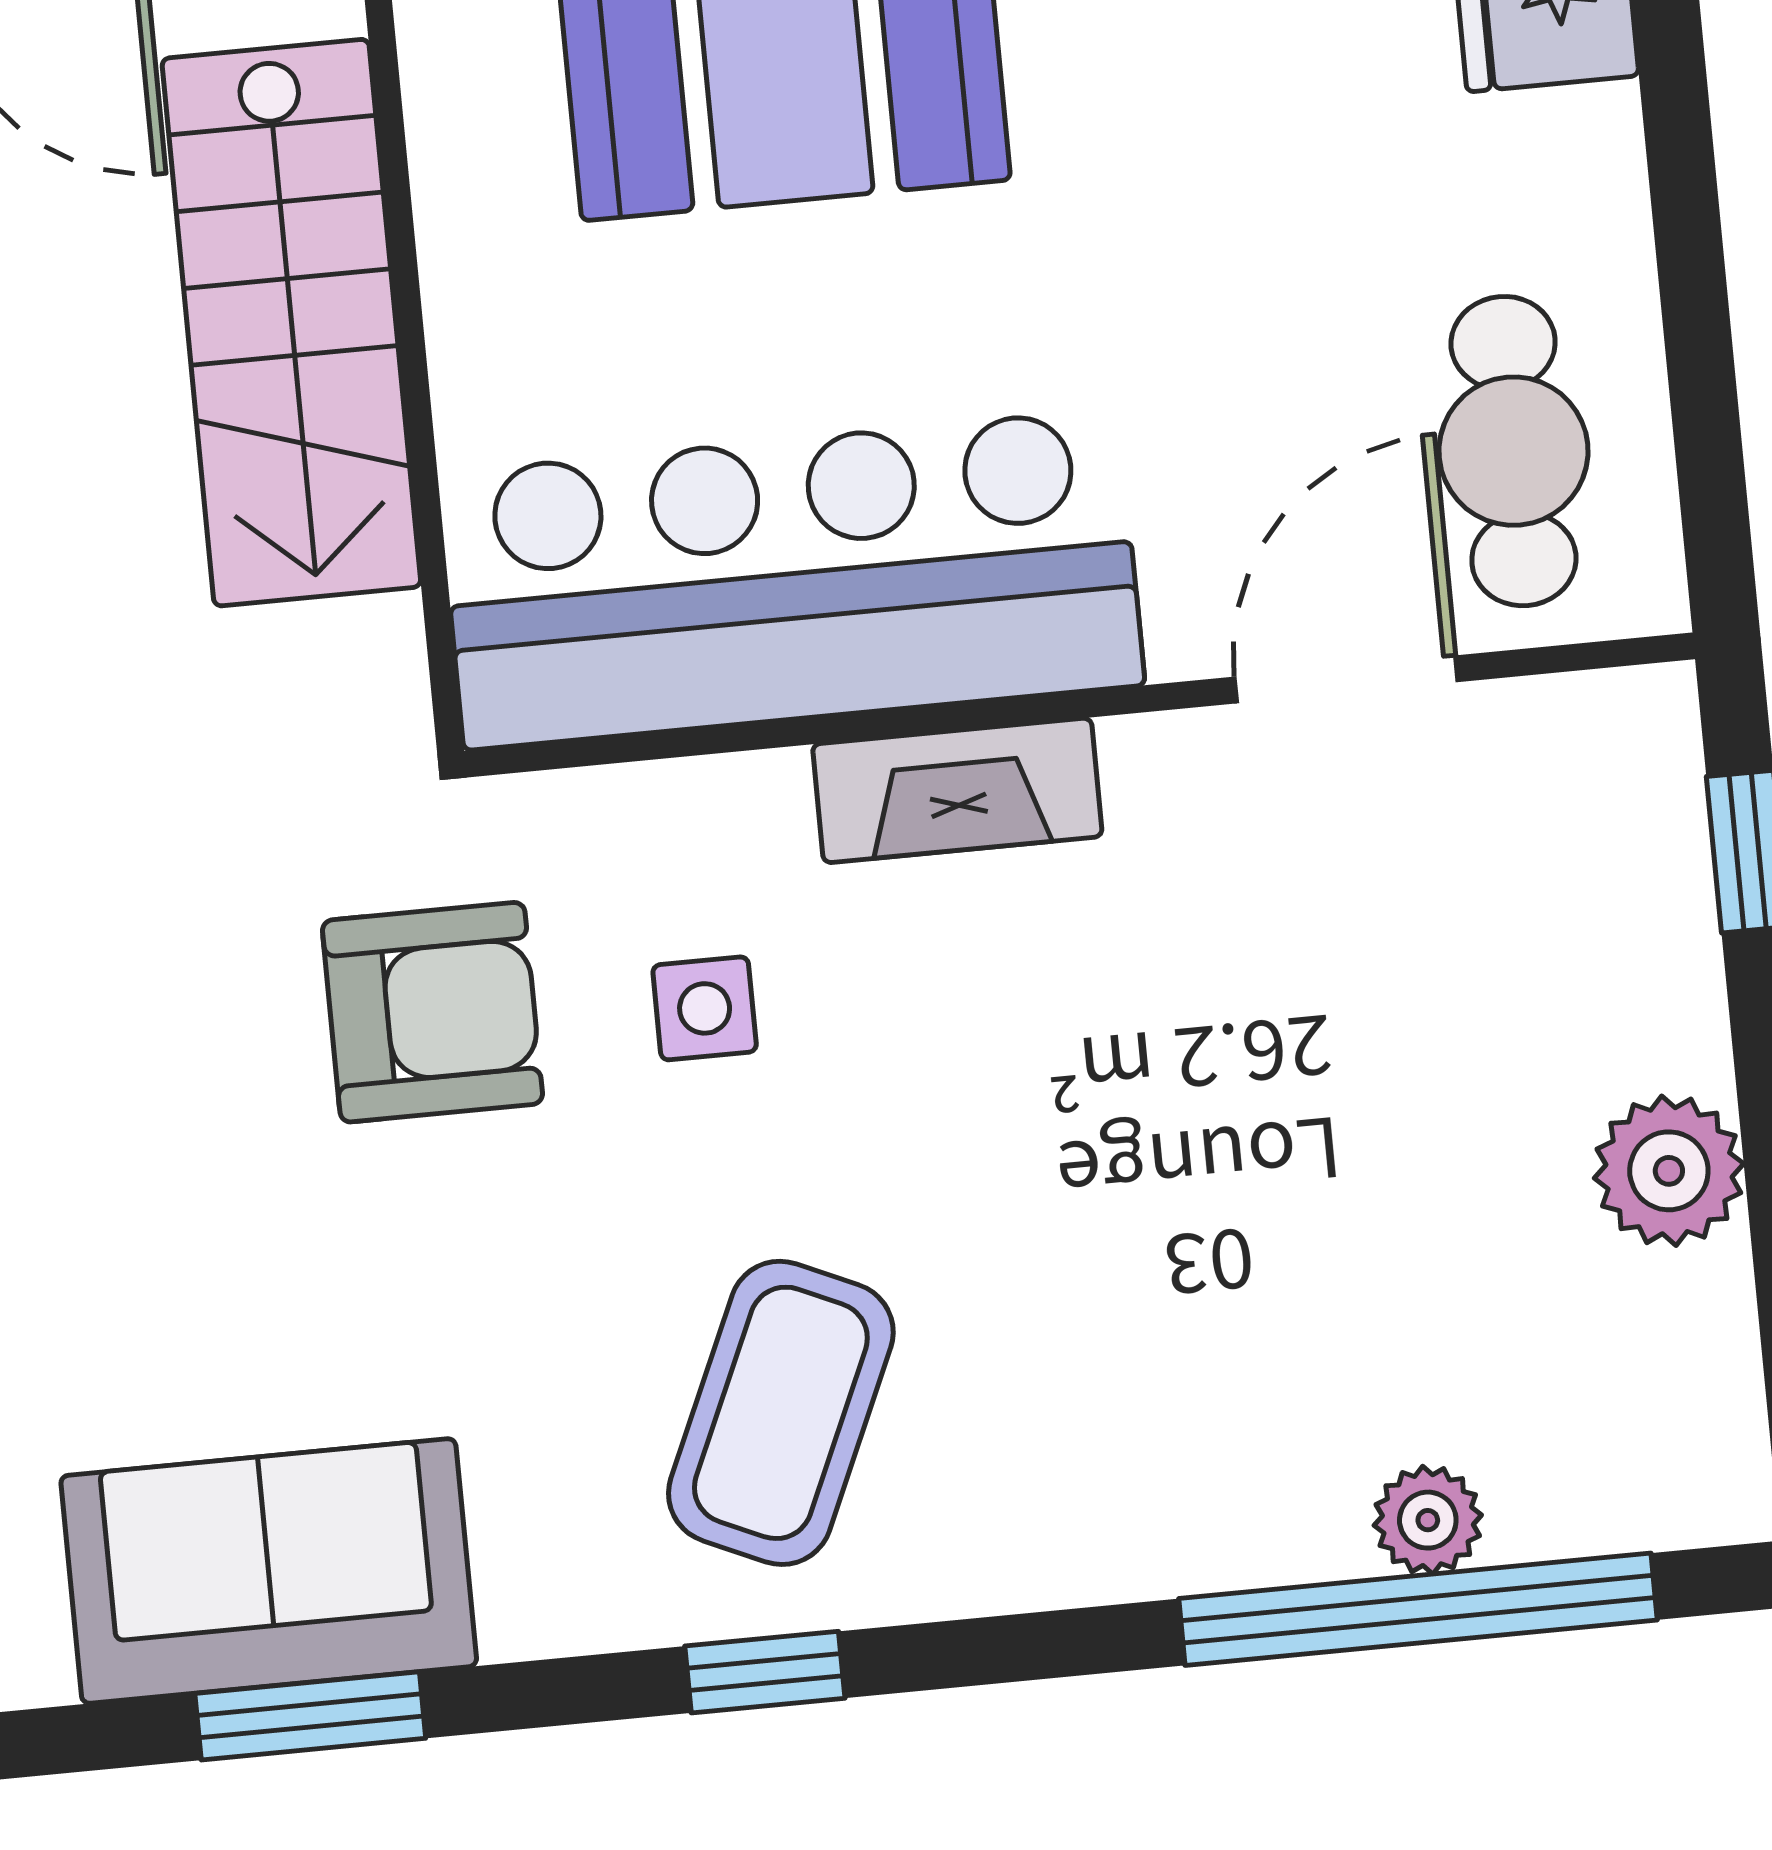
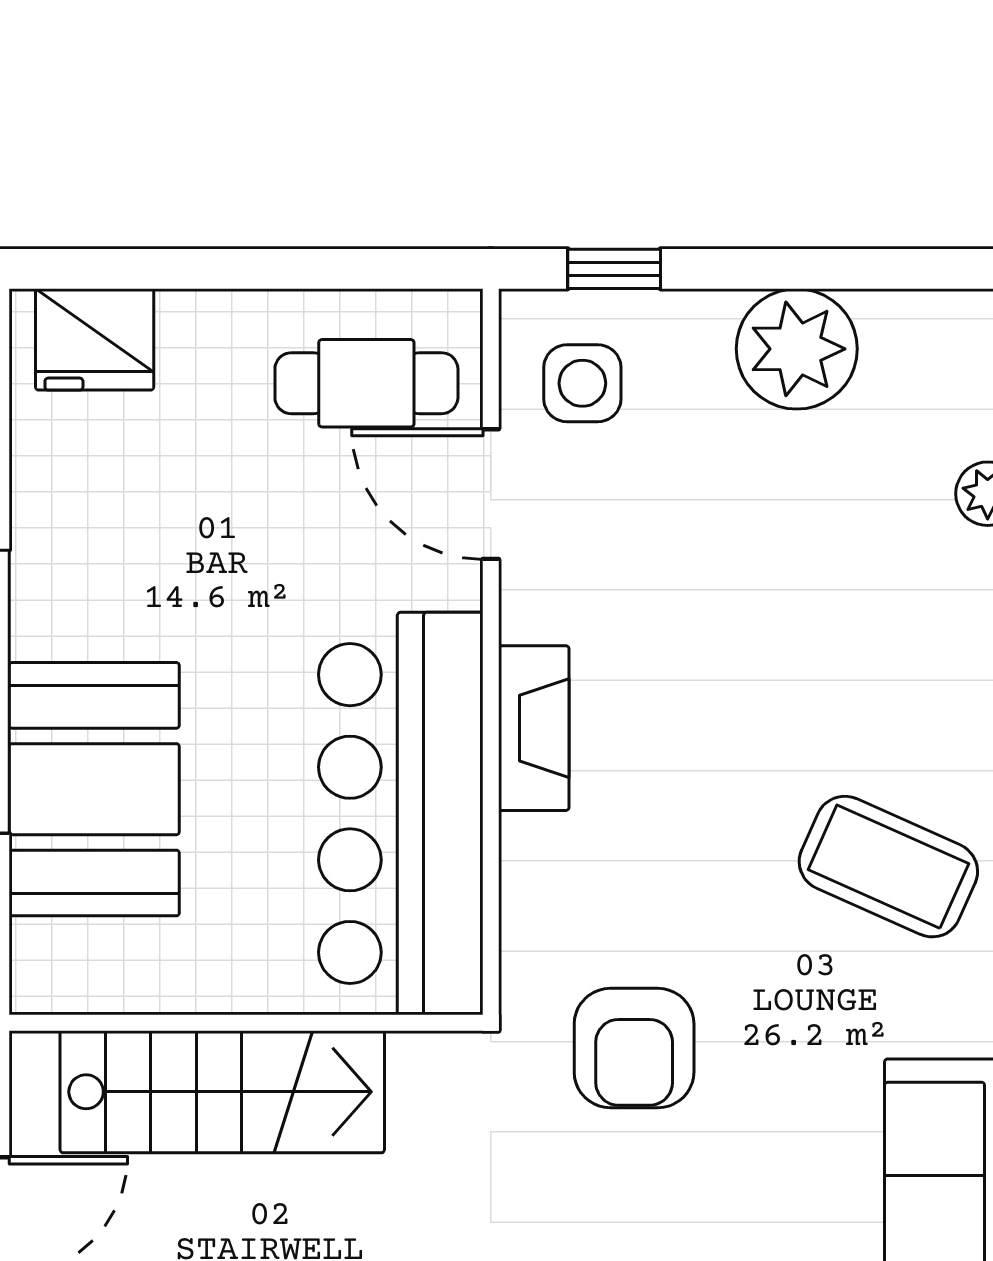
side table: (705, 1008) -> (582, 383), moved, width x1.37, depth x1.37
armchair: (432, 1012) -> (634, 1048), turned 180
plant: (1669, 1171) -> (797, 349), width x1.36, depth x1.36

